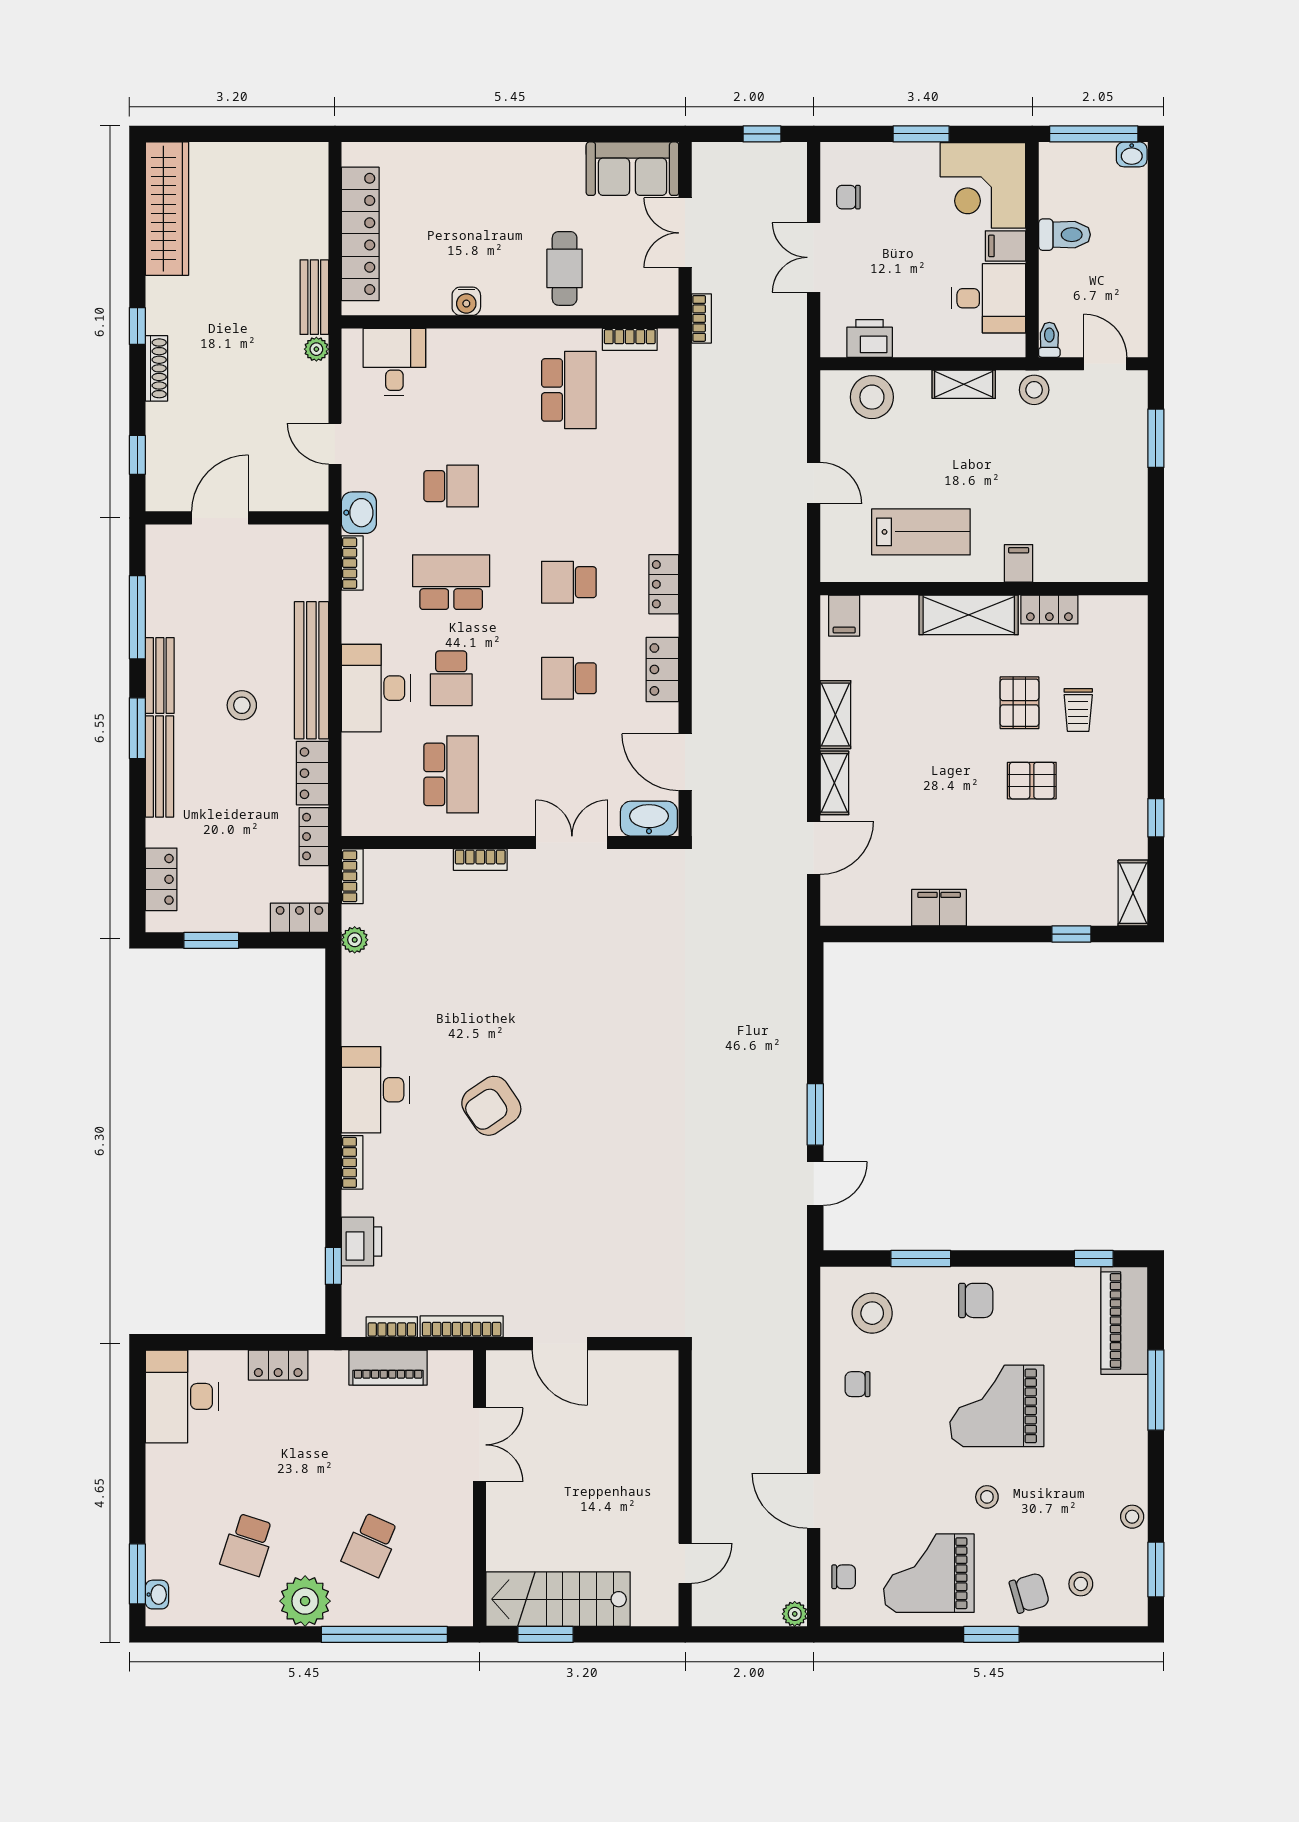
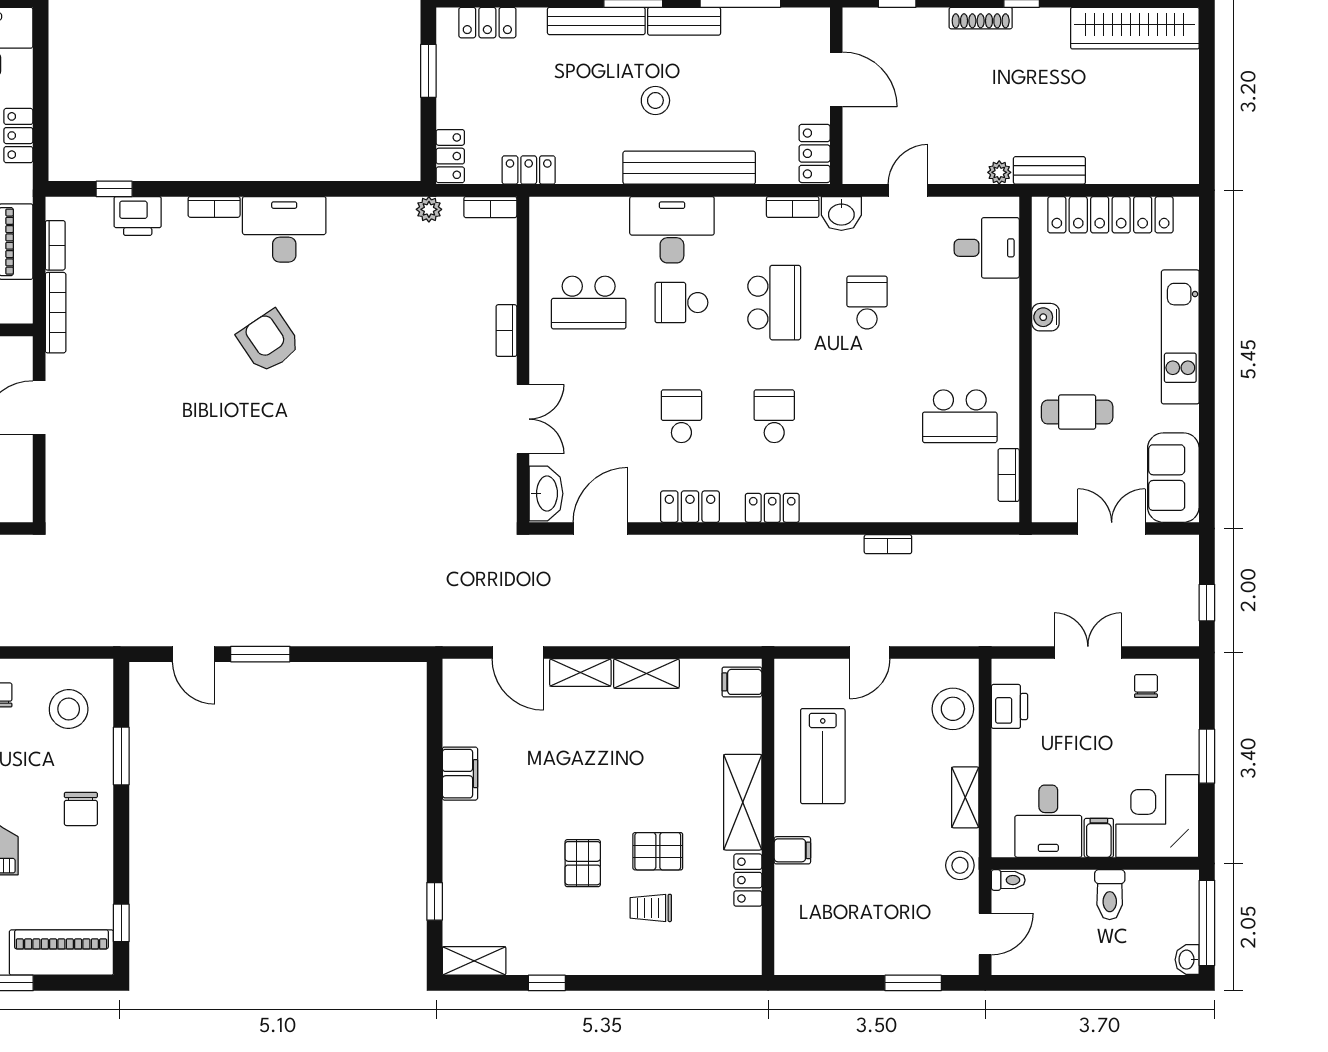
kitchen unit: (487, 162) -> (1180, 337), added
bookcase: (701, 318) -> (888, 544), moved
school desk: (451, 486) -> (867, 303), turned 180
locker: (312, 773) -> (815, 153), moved, turned -90

